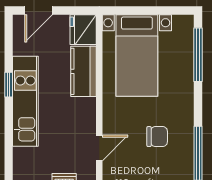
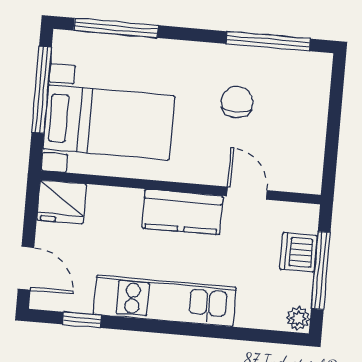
window: (154, 10) -> (42, 90), added
kitchen counter: (84, 71) -> (182, 212), moved
window: (9, 85) -> (82, 320), moved

